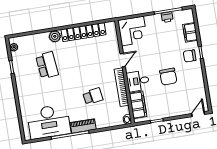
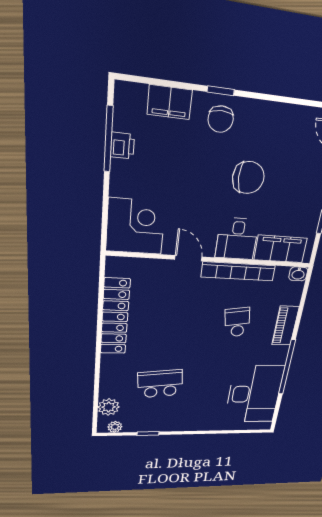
plant: (55, 36) -> (109, 407), moved
piano: (83, 126) -> (285, 326), moved

